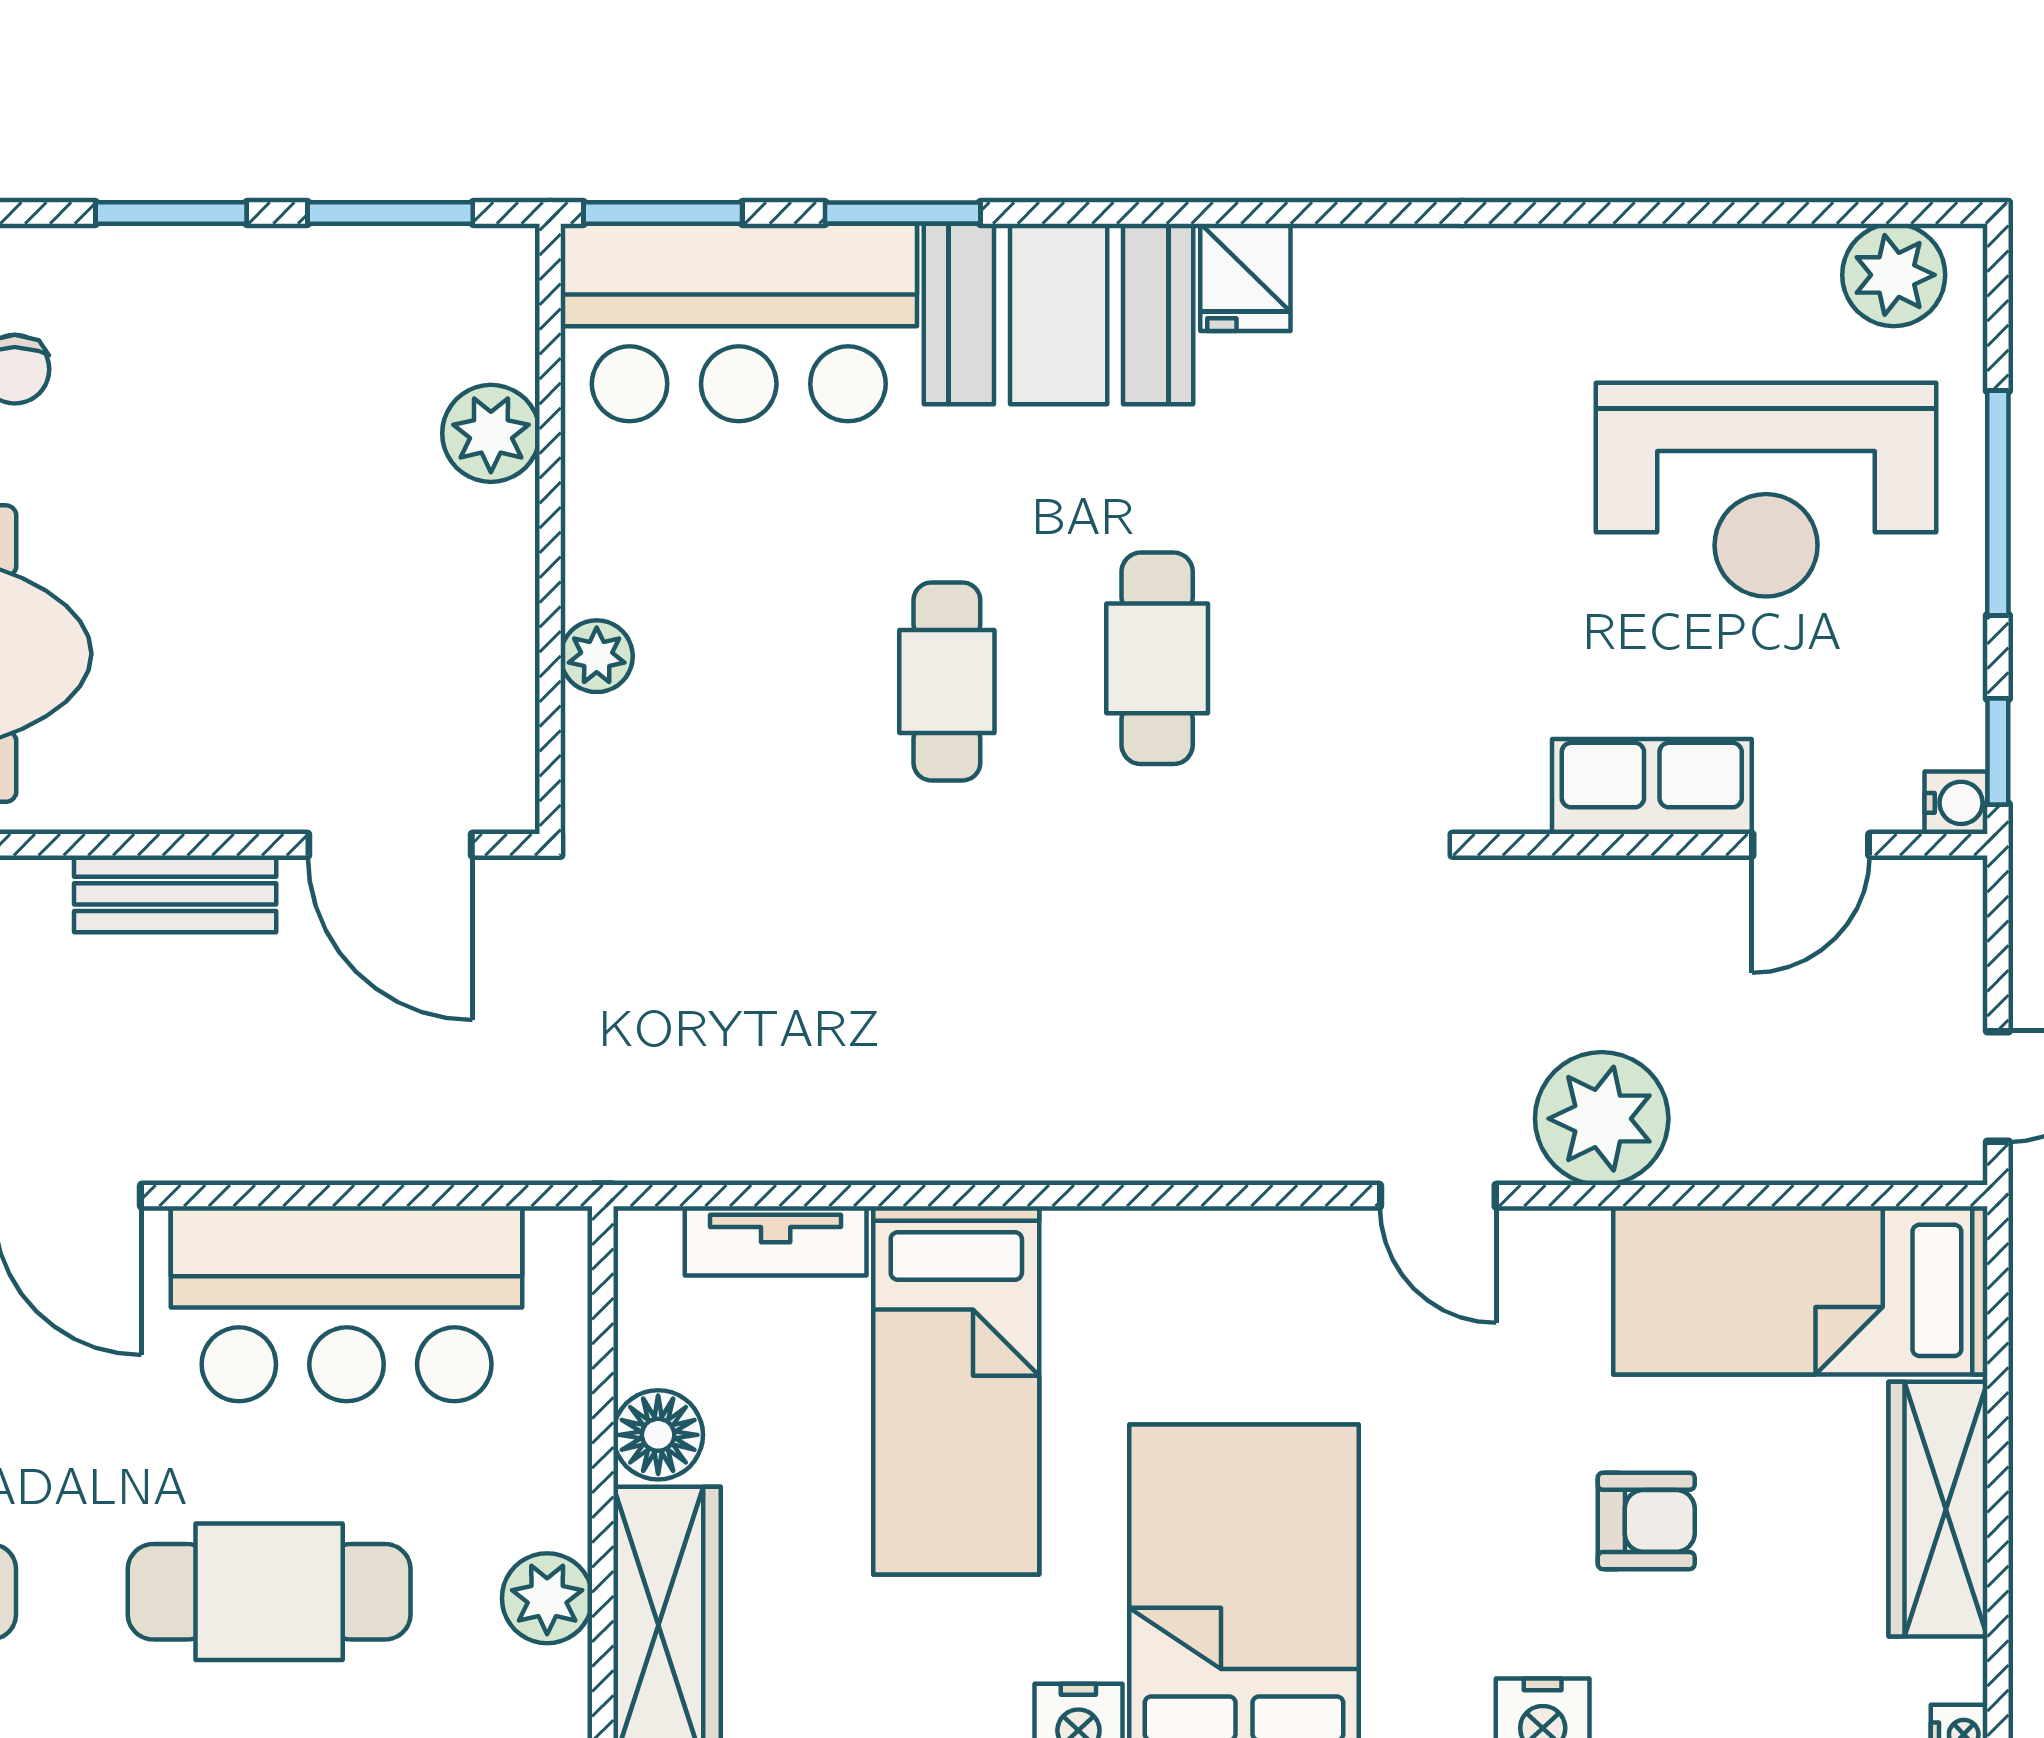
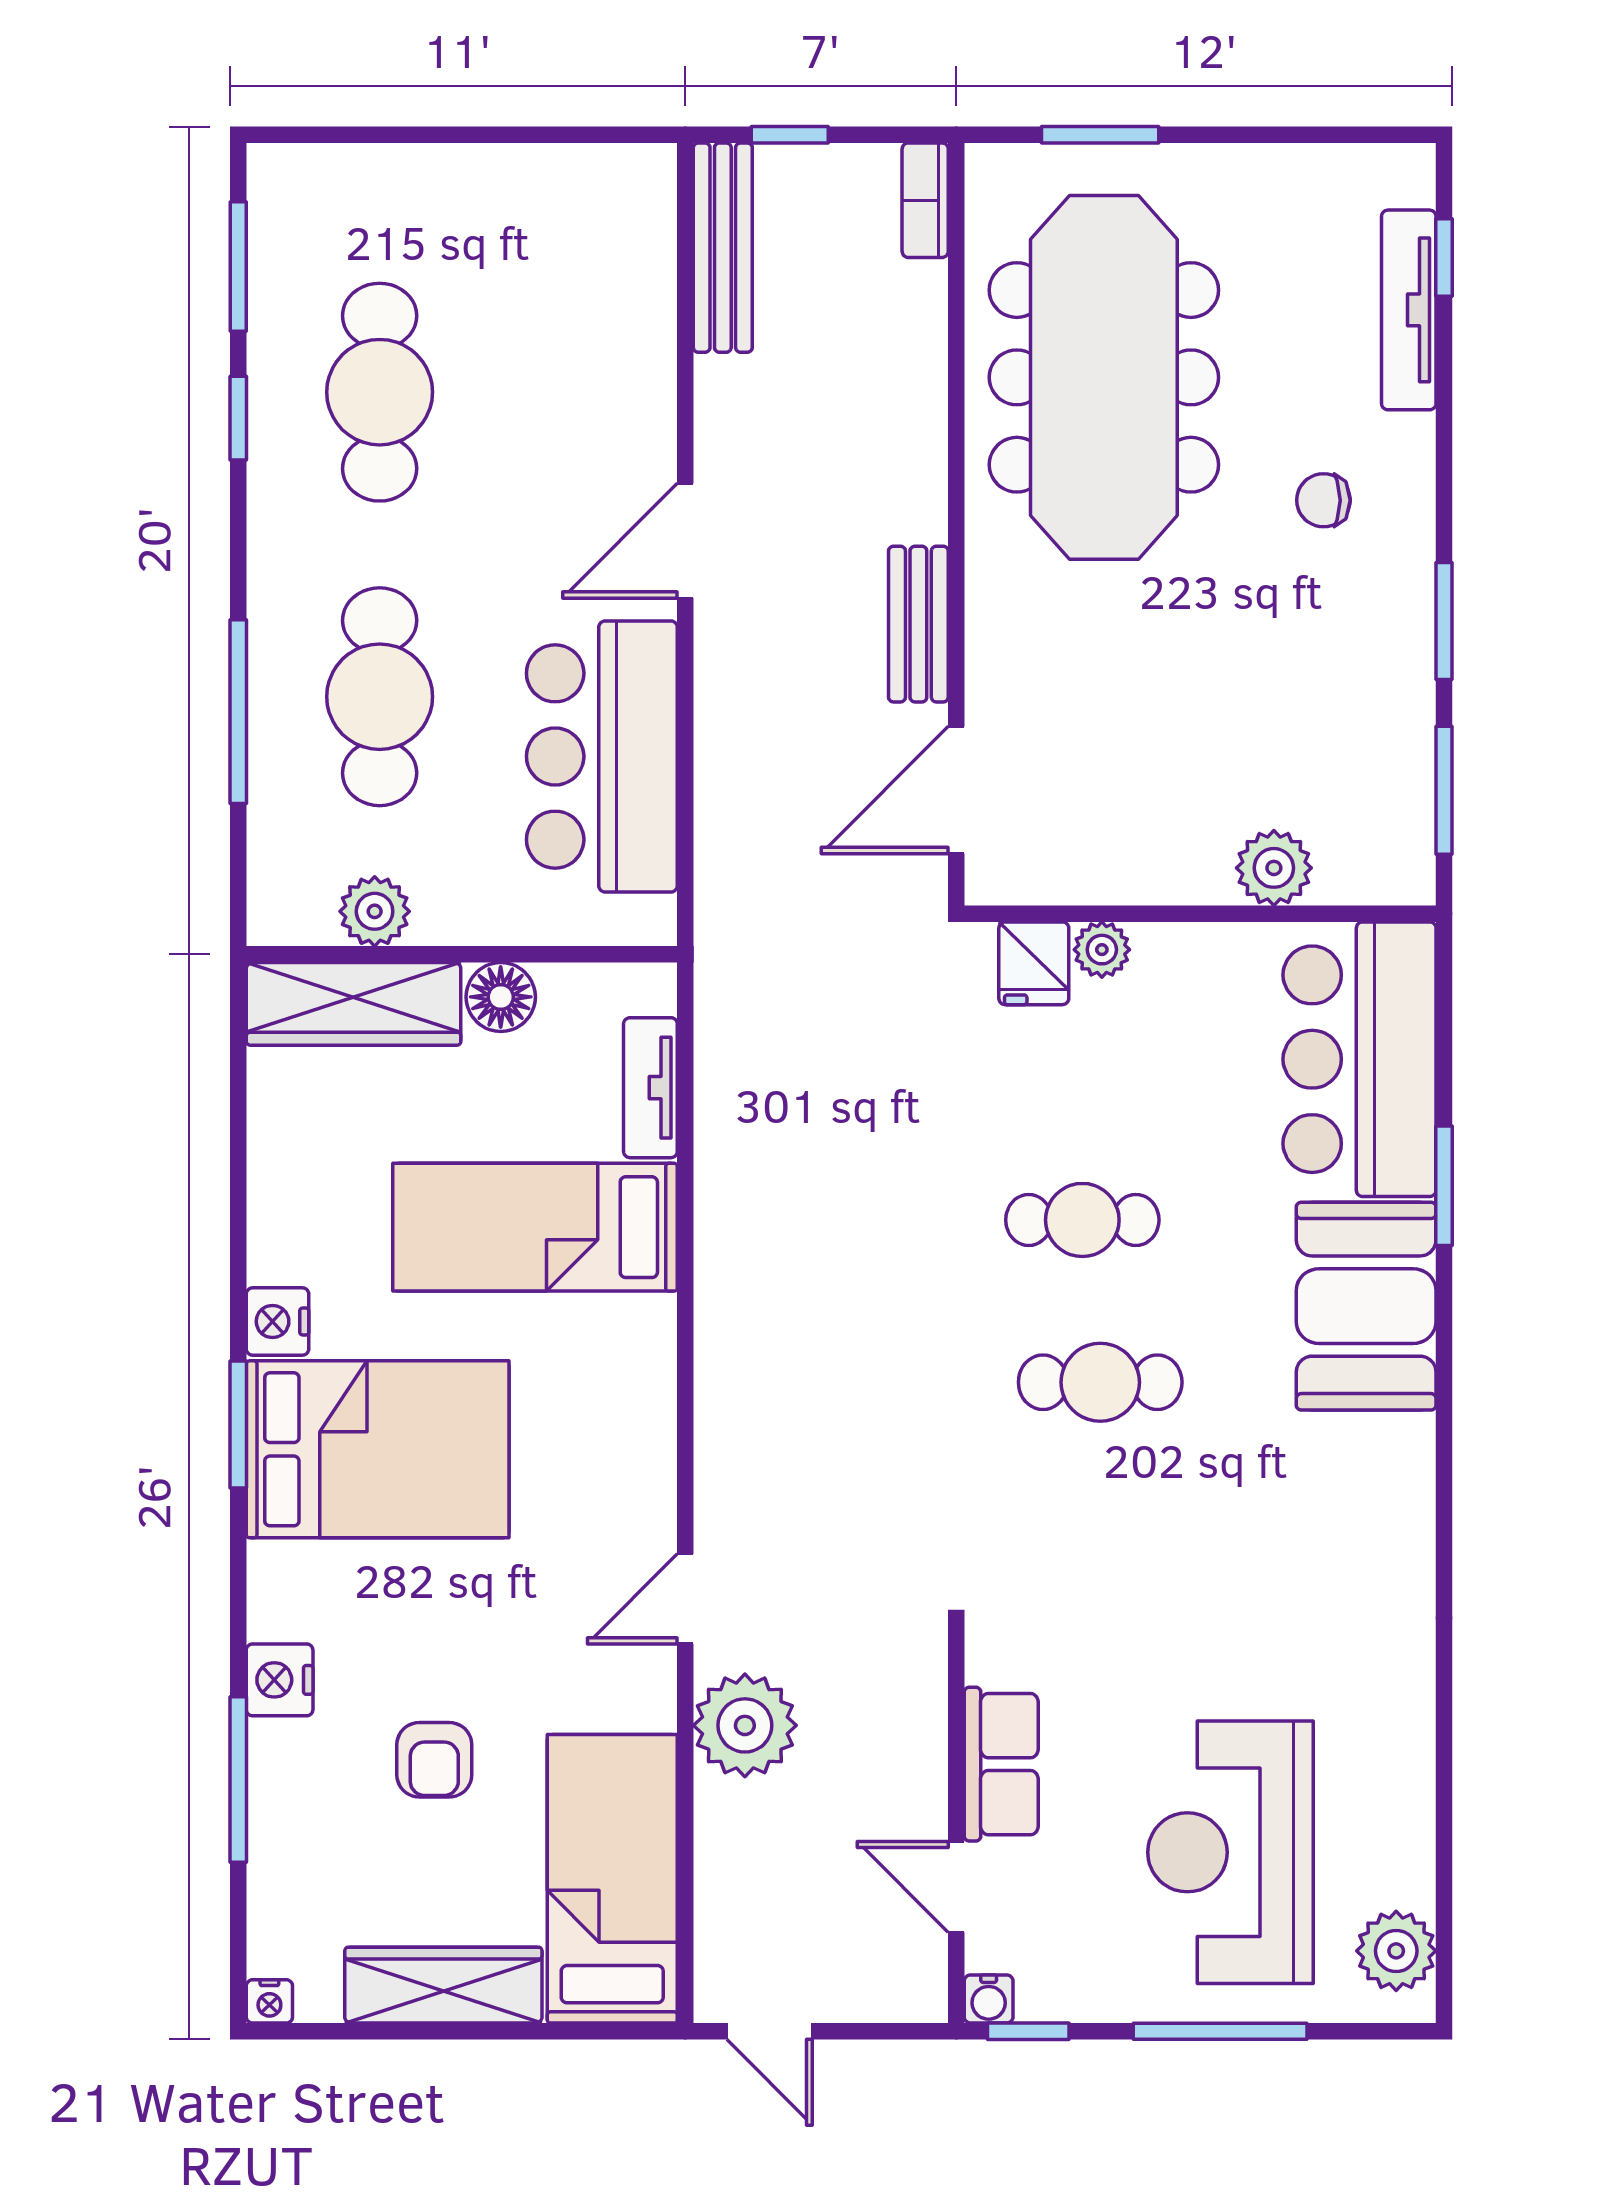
window: (663, 213) -> (1444, 1001), removed
fridge: (1245, 277) -> (1034, 963), moved, turned -90

